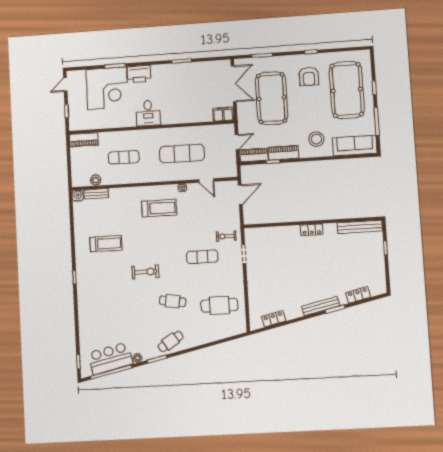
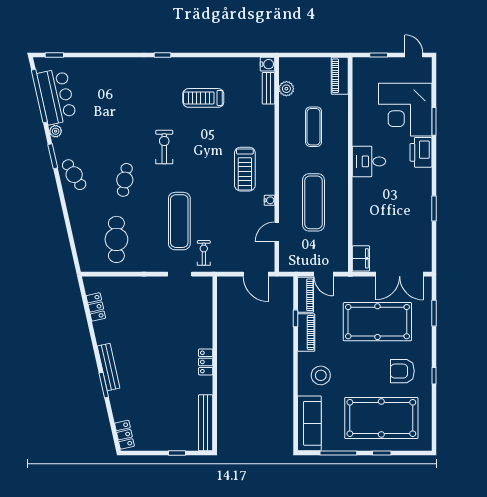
treadmill: (106, 244) -> (203, 98), turned 90
exercise mat: (202, 257) -> (179, 221), width x1.36, depth x1.45
exercise bike: (145, 272) -> (164, 147), turned 180
locker: (358, 295) -> (124, 435), moved

